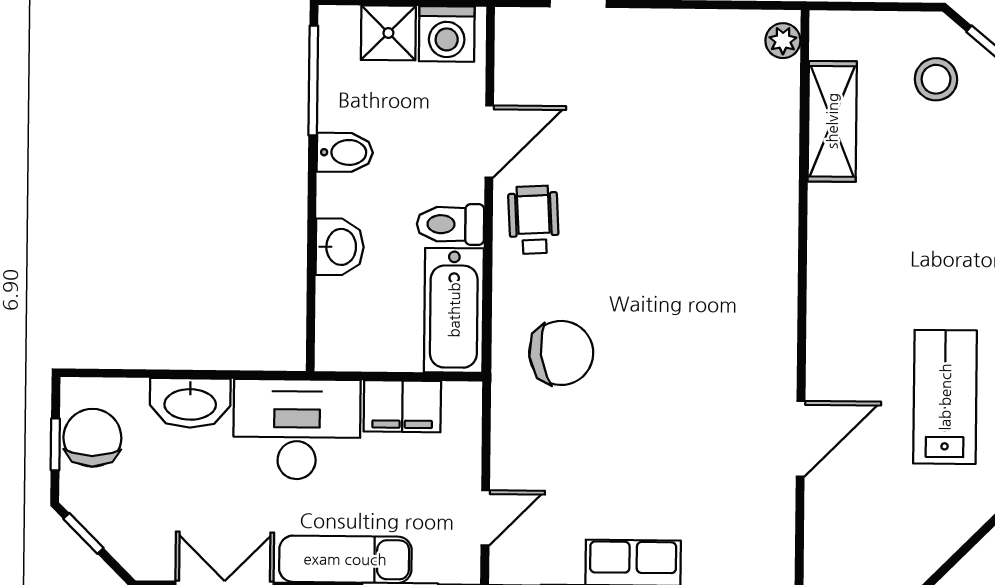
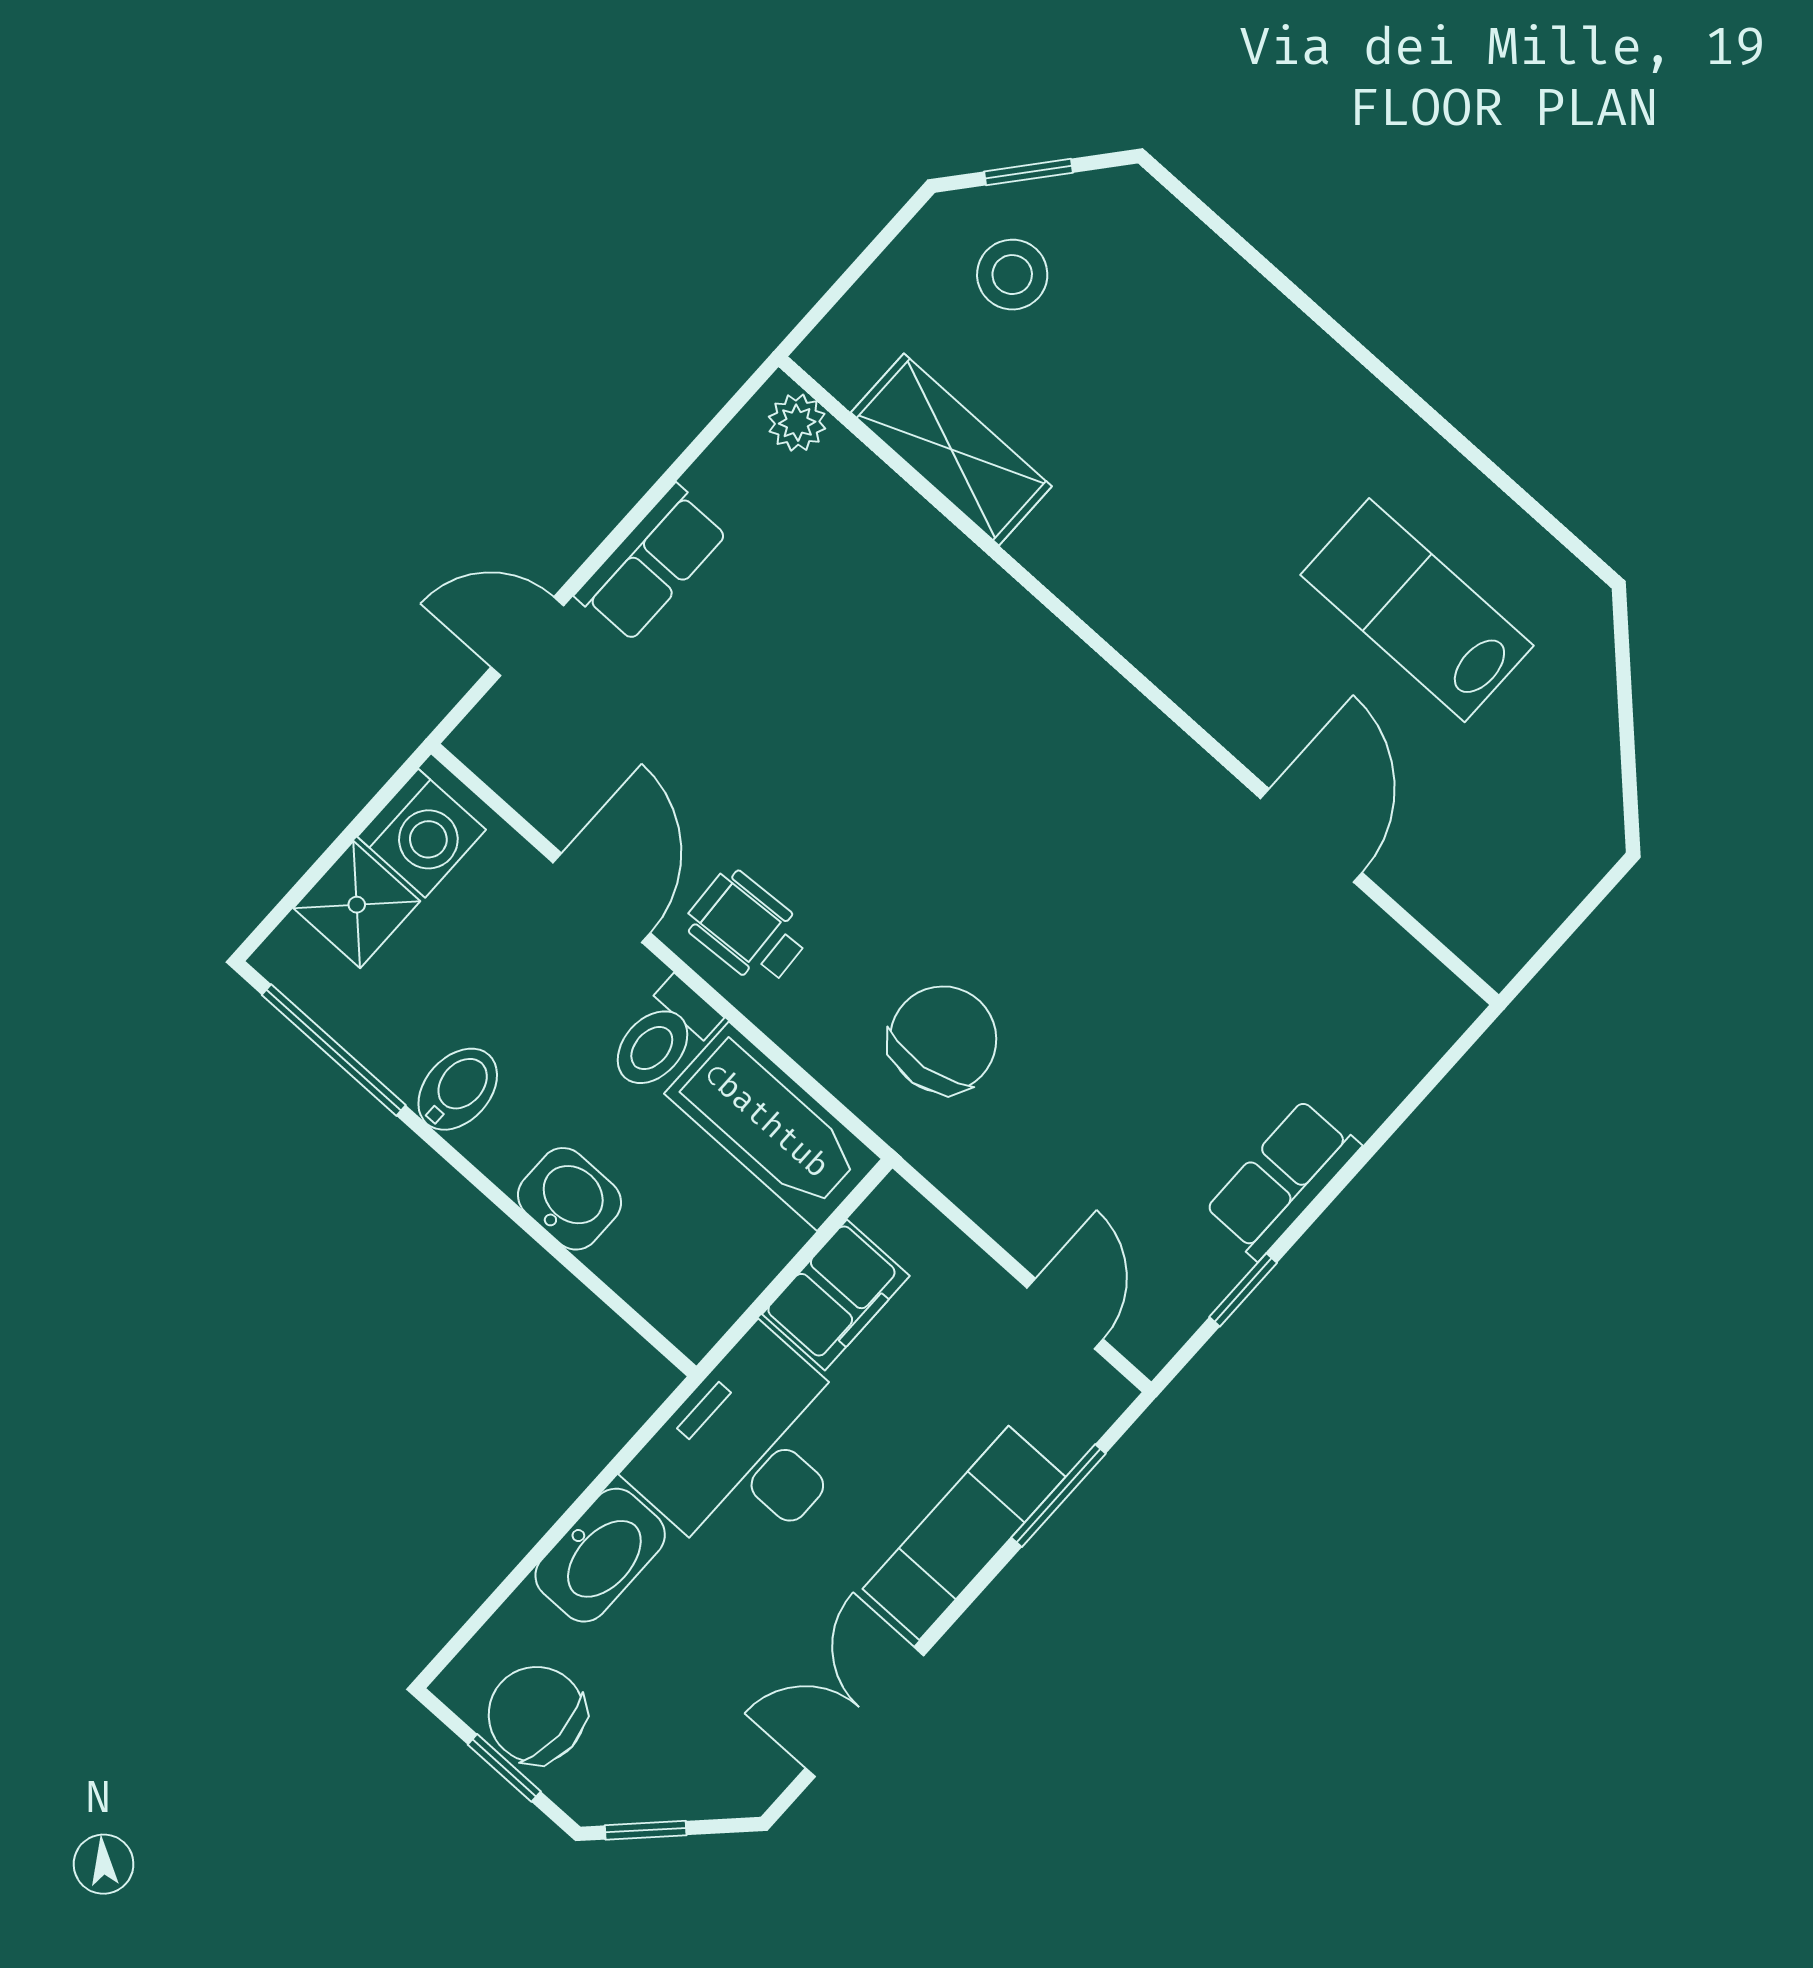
row of seats: (661, 31) -> (652, 563), added

